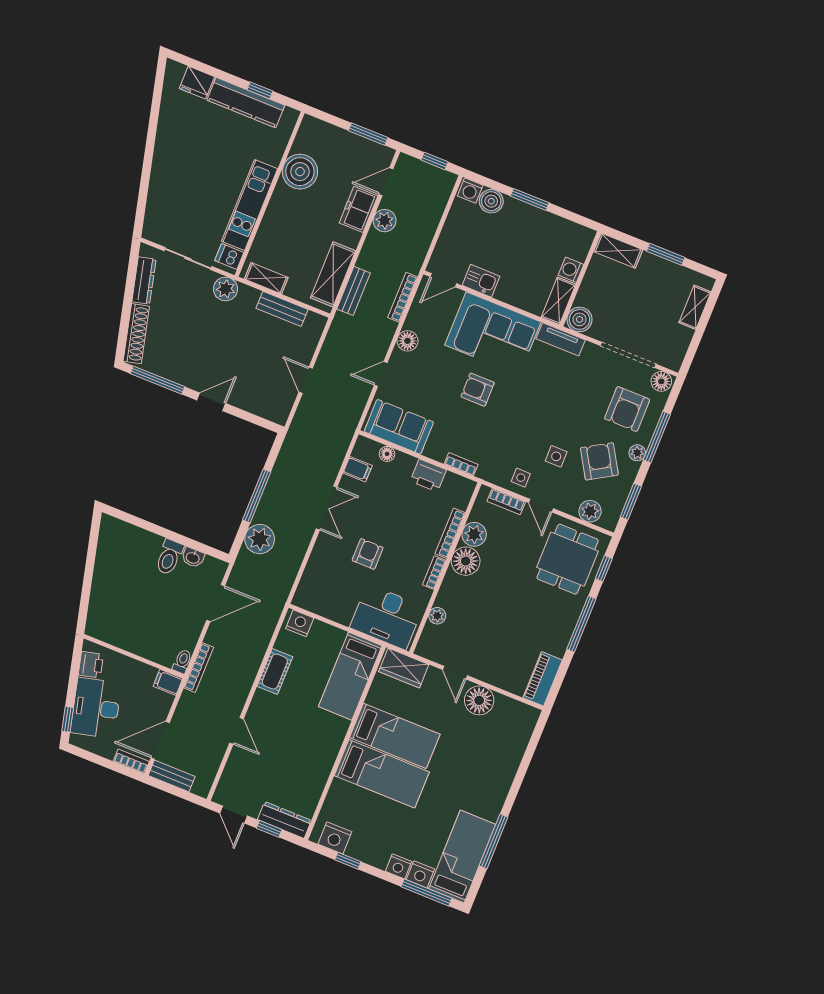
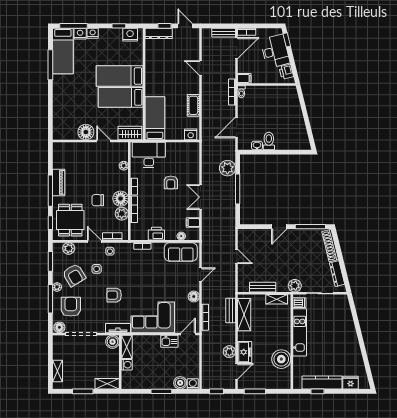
armchair: (478, 390) -> (114, 295), moved, turned 180
chair: (506, 574) -> (98, 200), added
piano: (543, 679) -> (59, 182), moved

